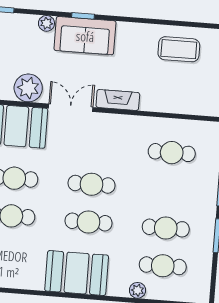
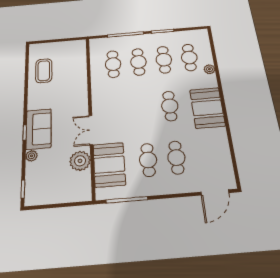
fireplace: (118, 100) -> (82, 101), removed
cafe table: (91, 184) -> (138, 62), moved

